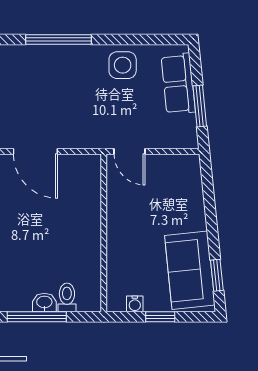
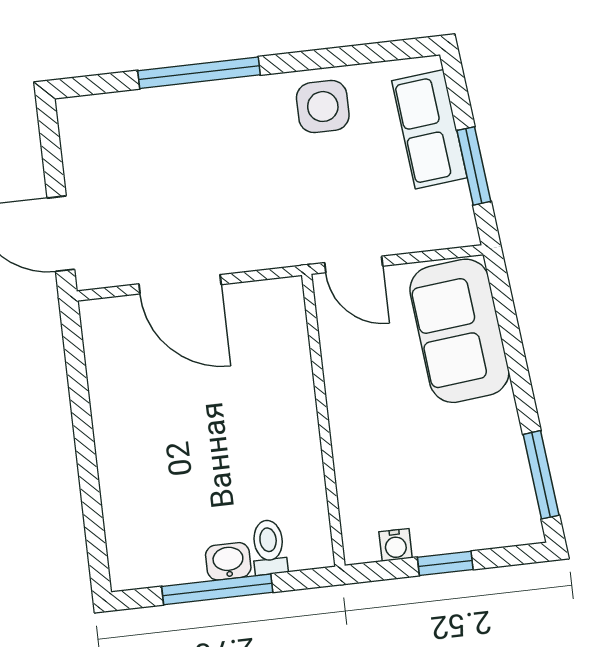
sofa: (190, 270) -> (459, 331), moved
window: (217, 275) -> (541, 475), width x1.50

